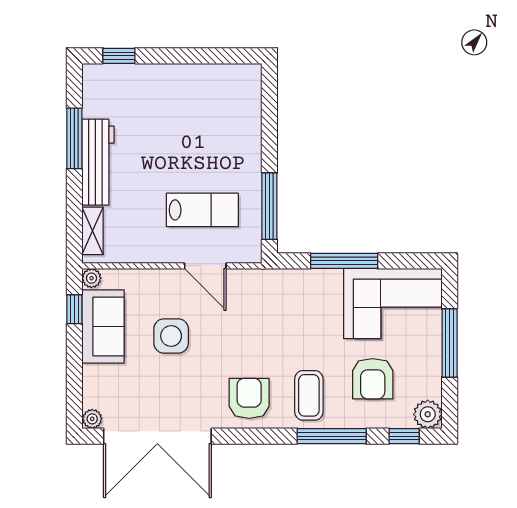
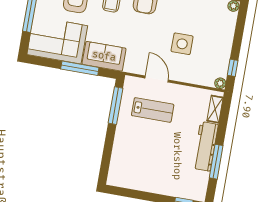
lab bench: (202, 210) -> (153, 110), turned 180
sofa: (103, 327) -> (104, 56), moved, turned 90

